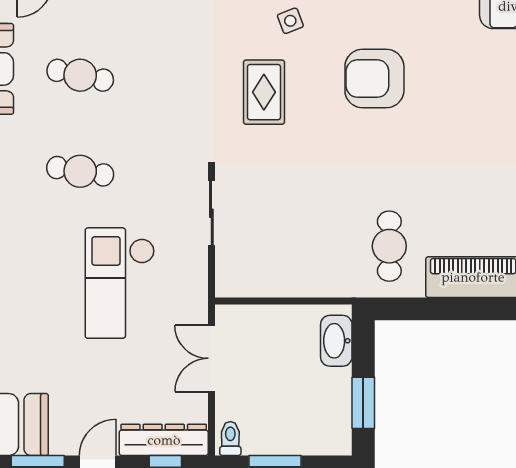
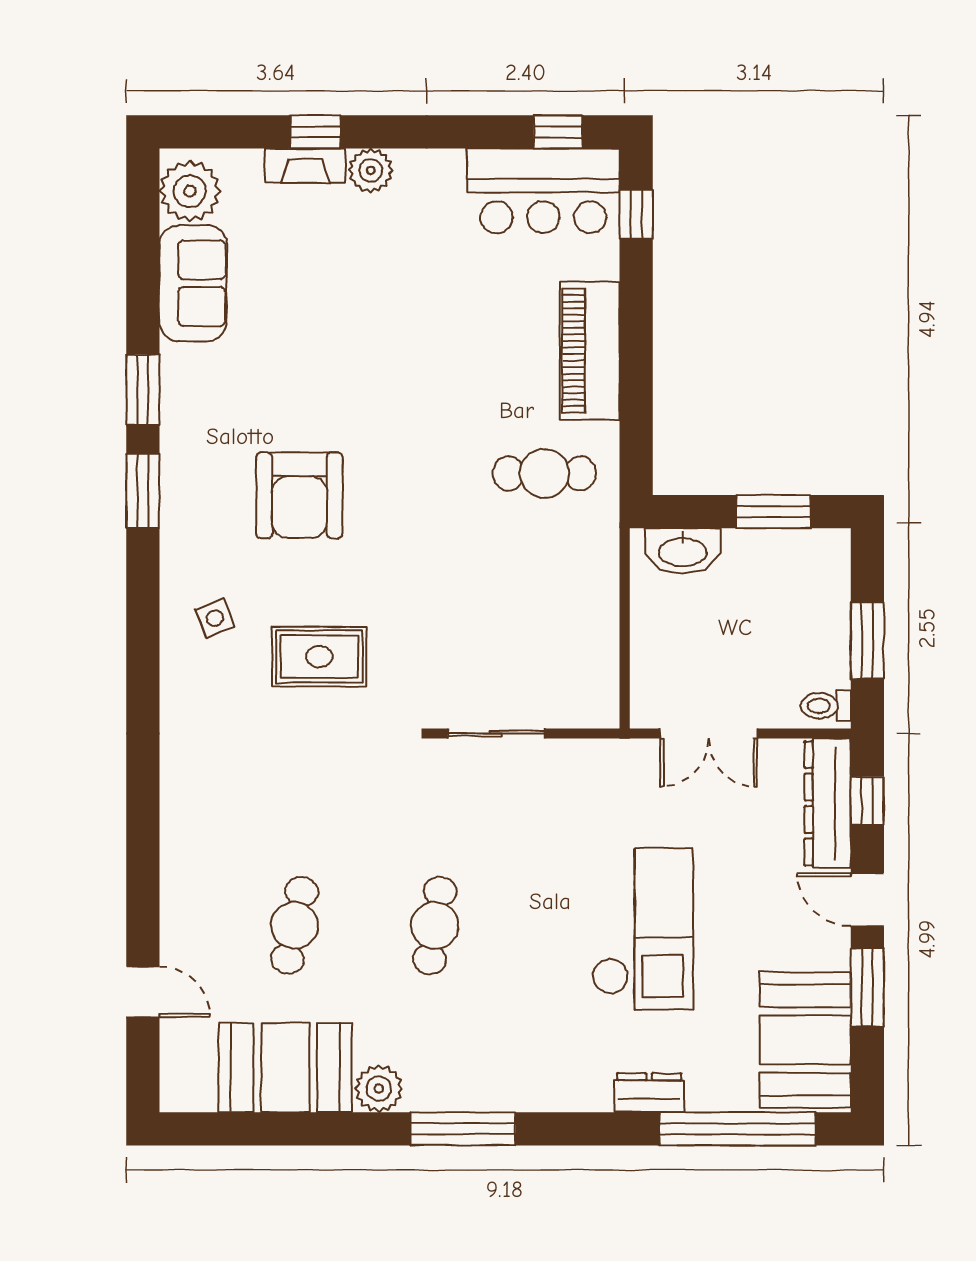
checkout: (120, 283) -> (643, 929), moved, turned -90

